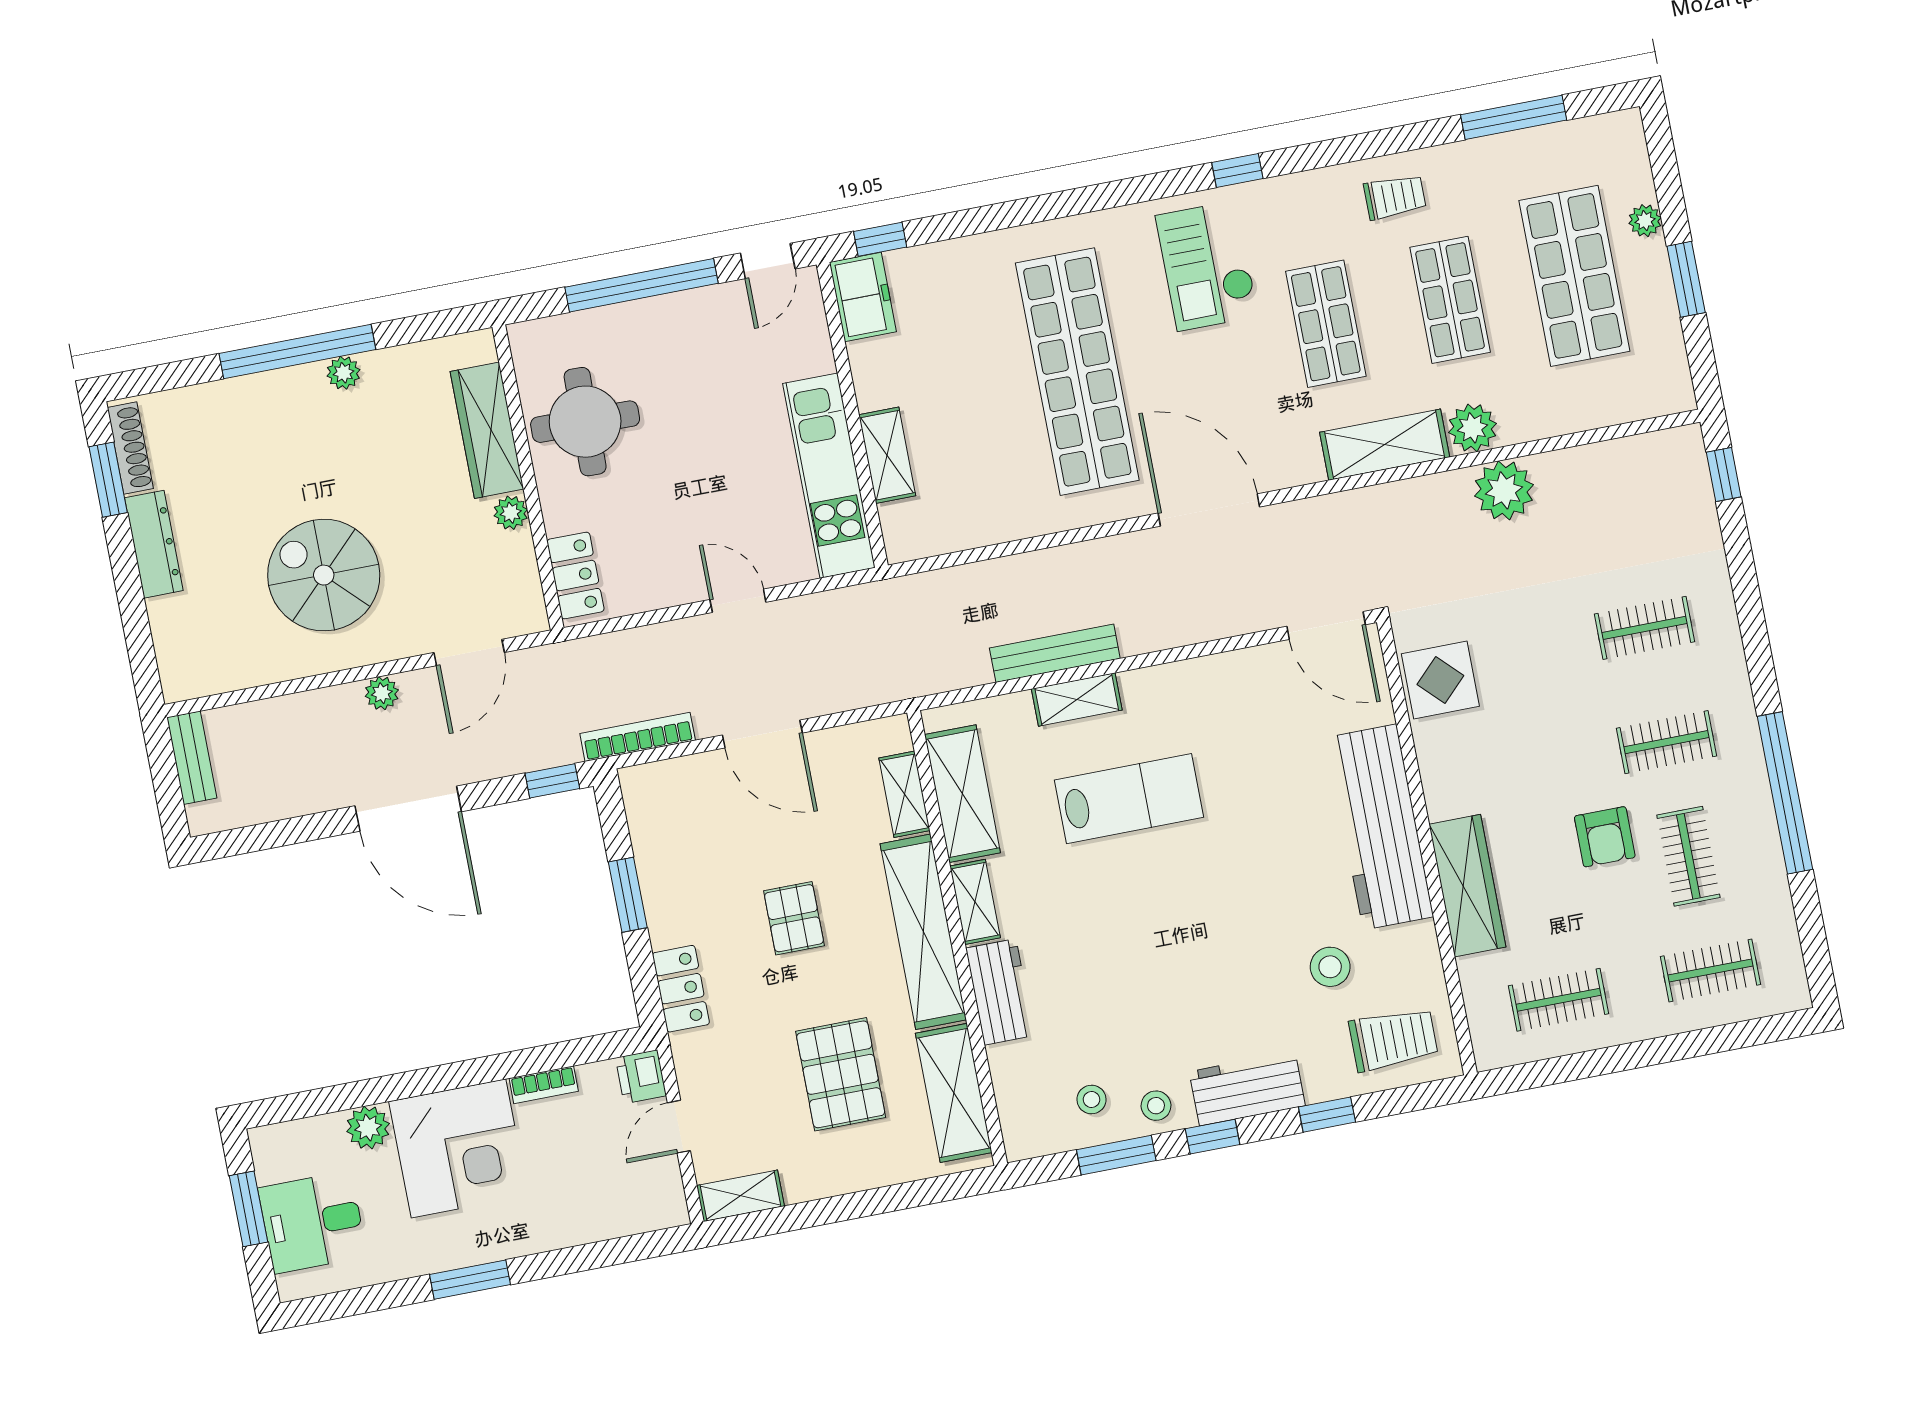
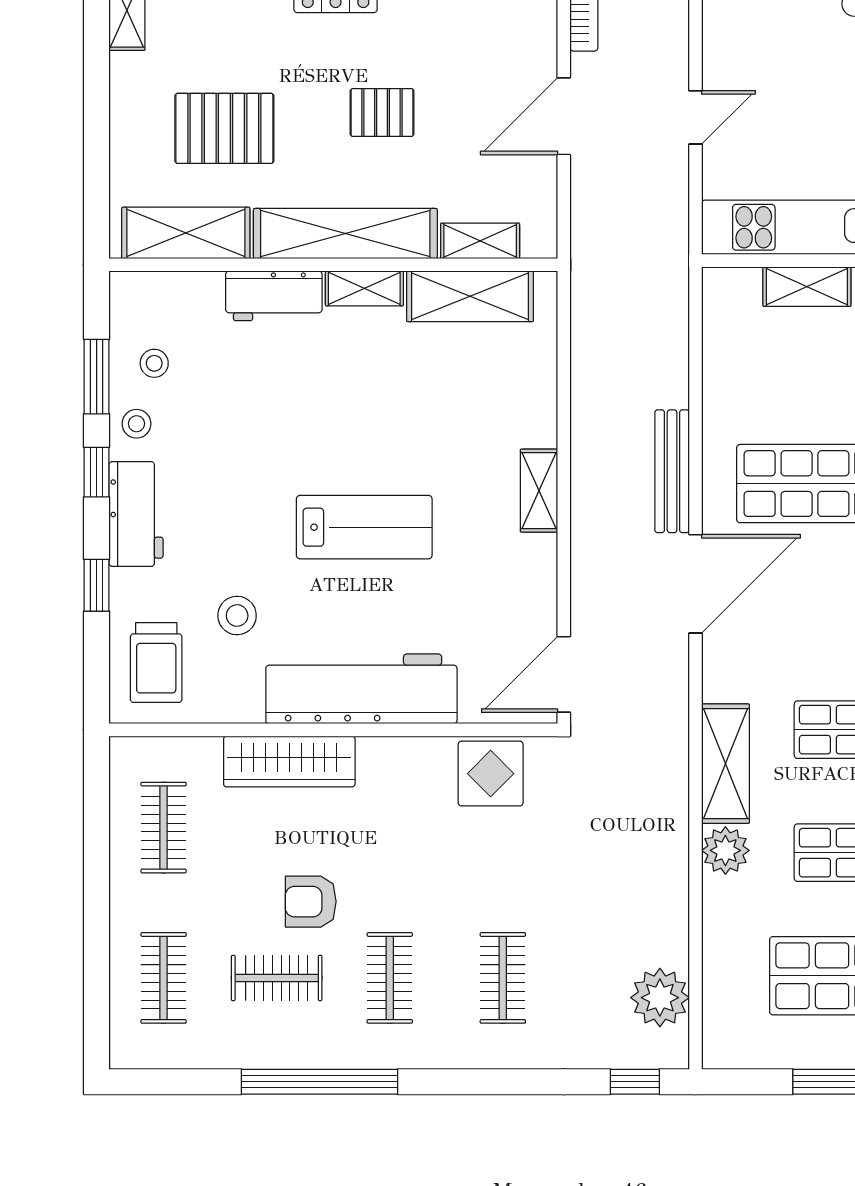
plant: (1504, 490) -> (660, 998), moved
bench: (1055, 653) -> (672, 471), moved
shelving: (1077, 699) -> (539, 491), moved
lab bench: (1129, 799) -> (364, 527), moved, turned -90

